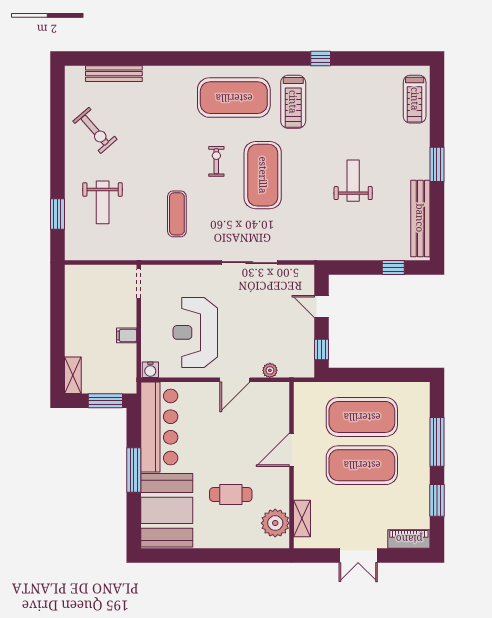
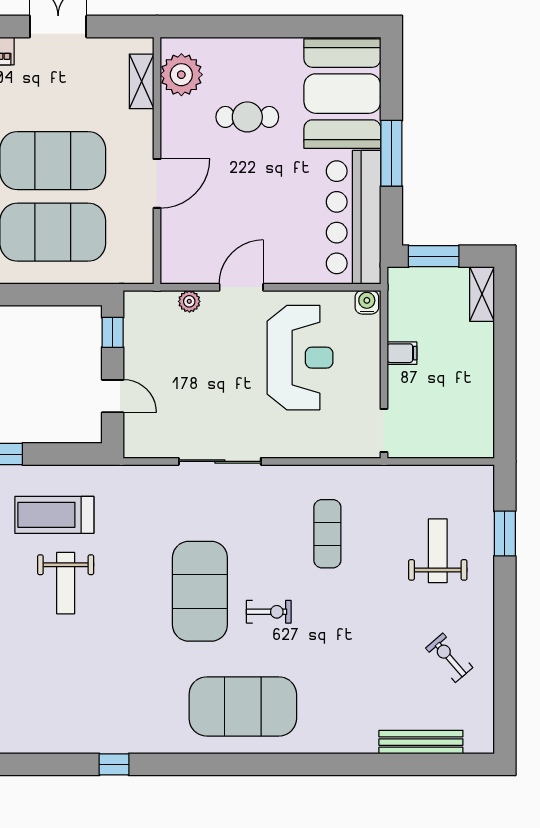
treadmill: (293, 102) -> (54, 515), moved, turned -90
exercise bike: (95, 130) -> (449, 658), width x0.73, depth x0.72
exercise bike: (216, 161) -> (269, 612), turned -90

